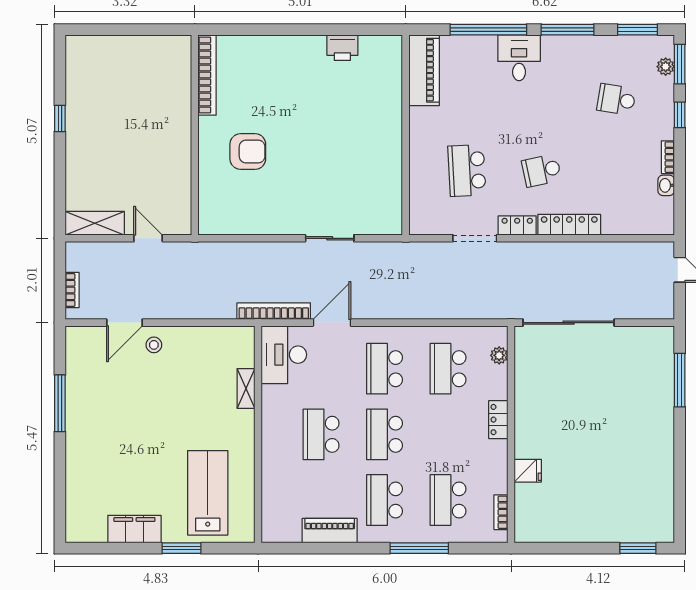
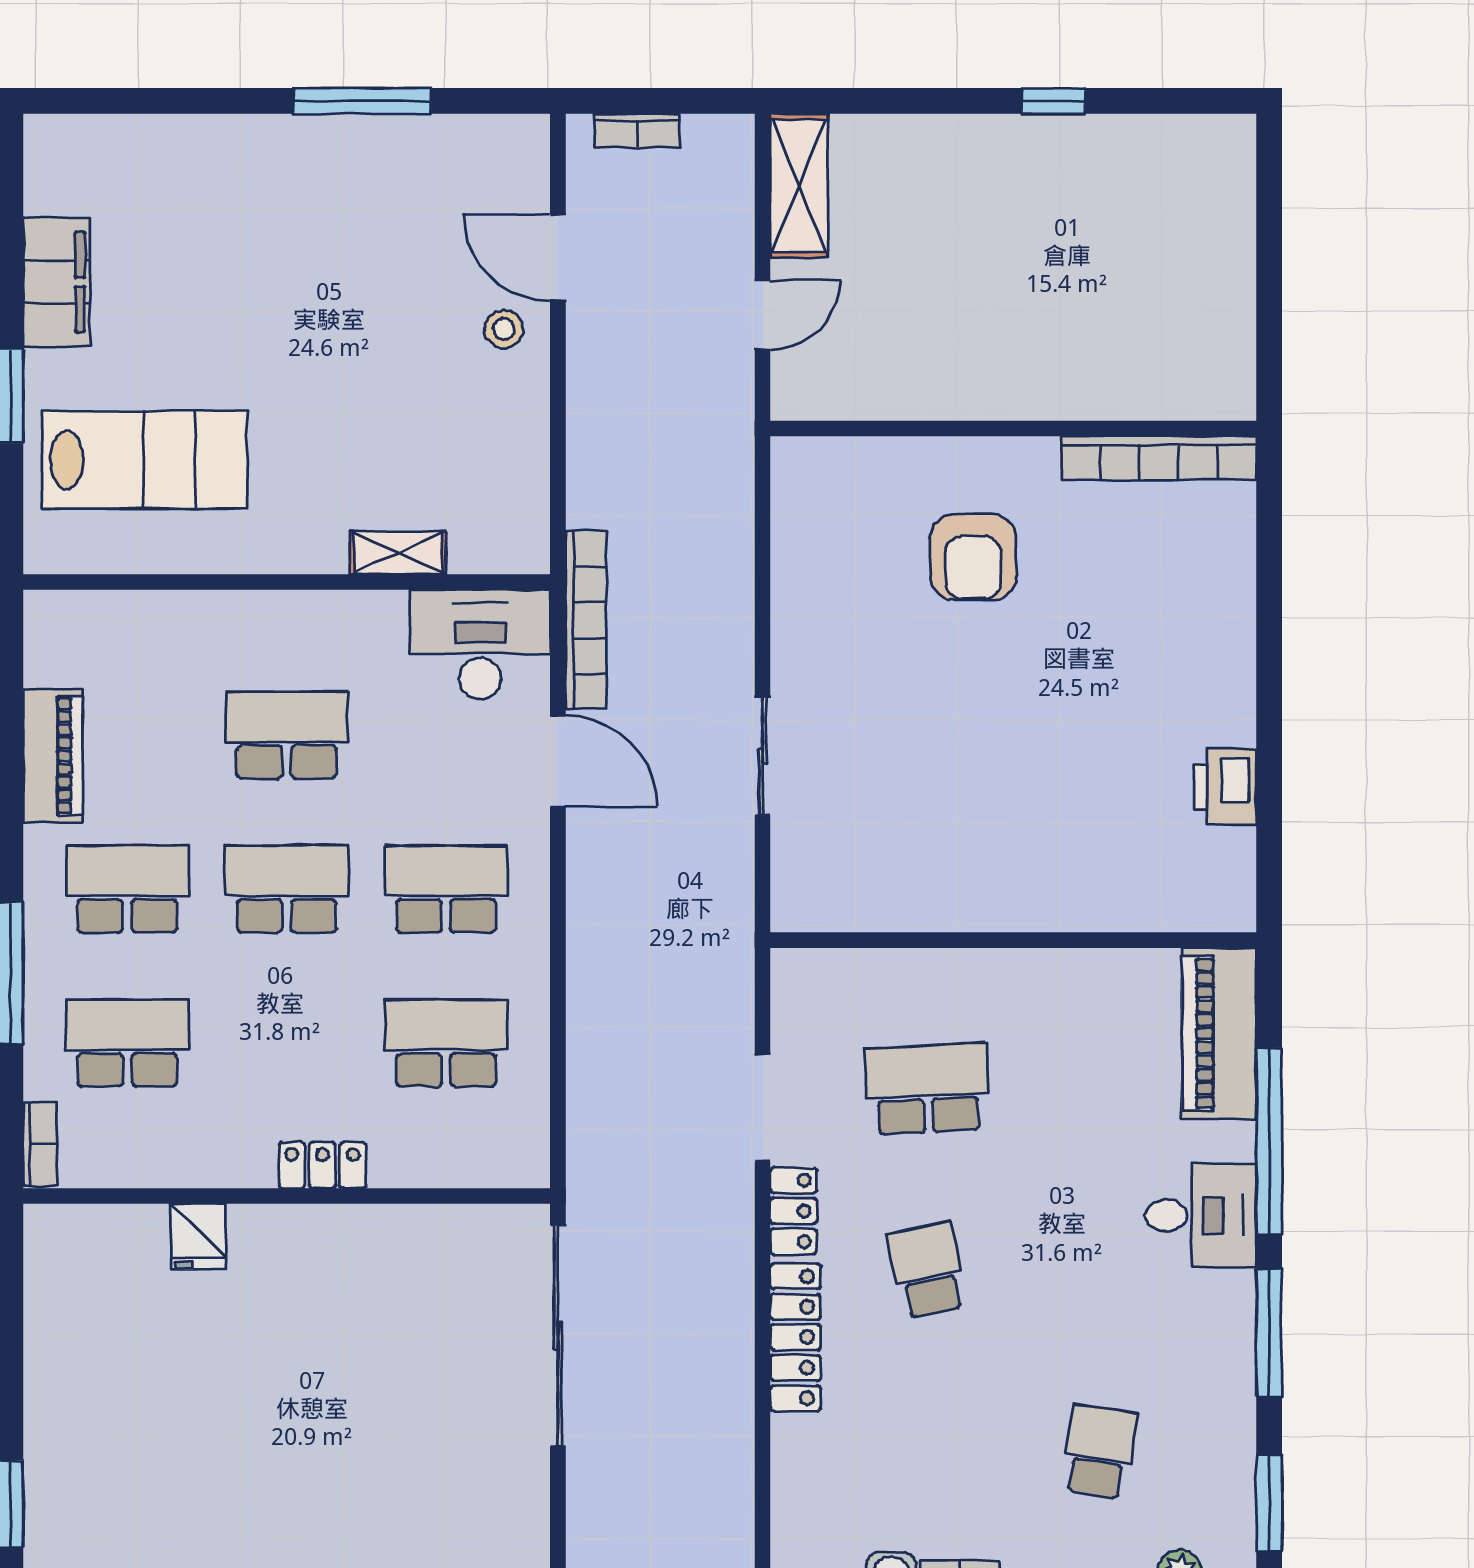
piano: (424, 70) -> (1219, 1034), moved, turned 90
plant: (499, 355) -> (478, 1167), removed
bookcase: (501, 512) -> (40, 1144), moved, turned 90

